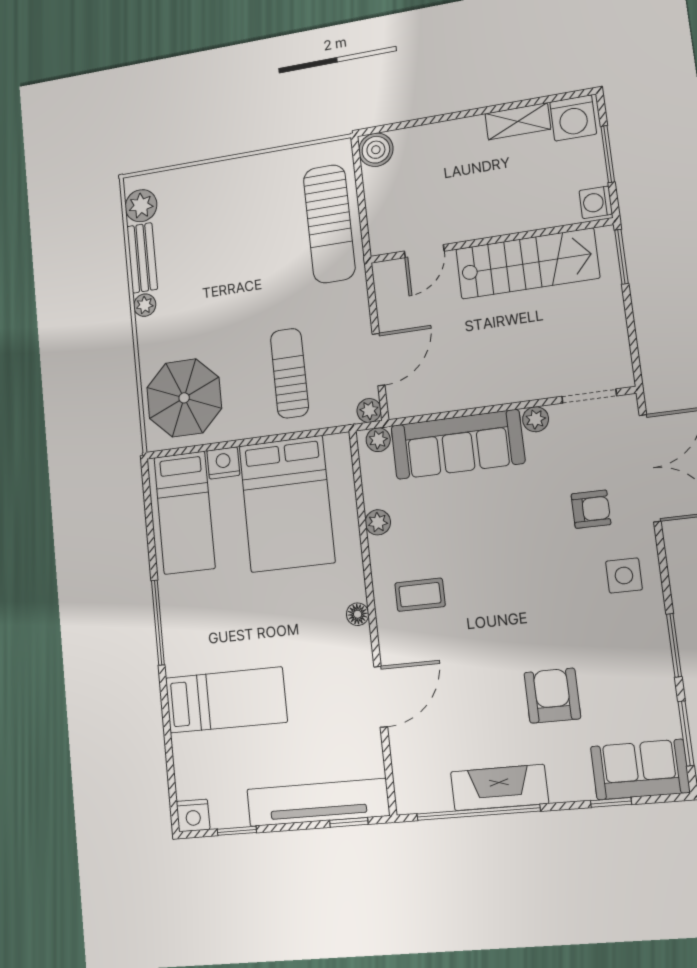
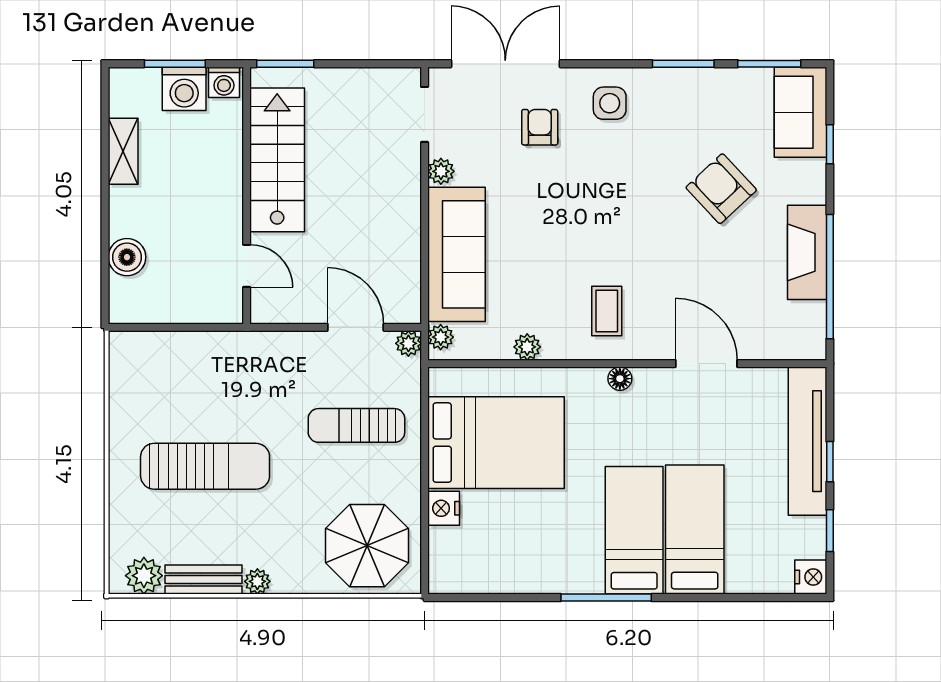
washing machine: (573, 118) -> (184, 89), moved, turned 90
boiler: (376, 150) -> (127, 257), moved
sun lounger: (329, 224) -> (205, 466), moved
bed: (184, 513) -> (634, 530), moved, turned -90
armchair: (552, 696) -> (721, 189), turned 47
window: (349, 822) -> (830, 462), moved

